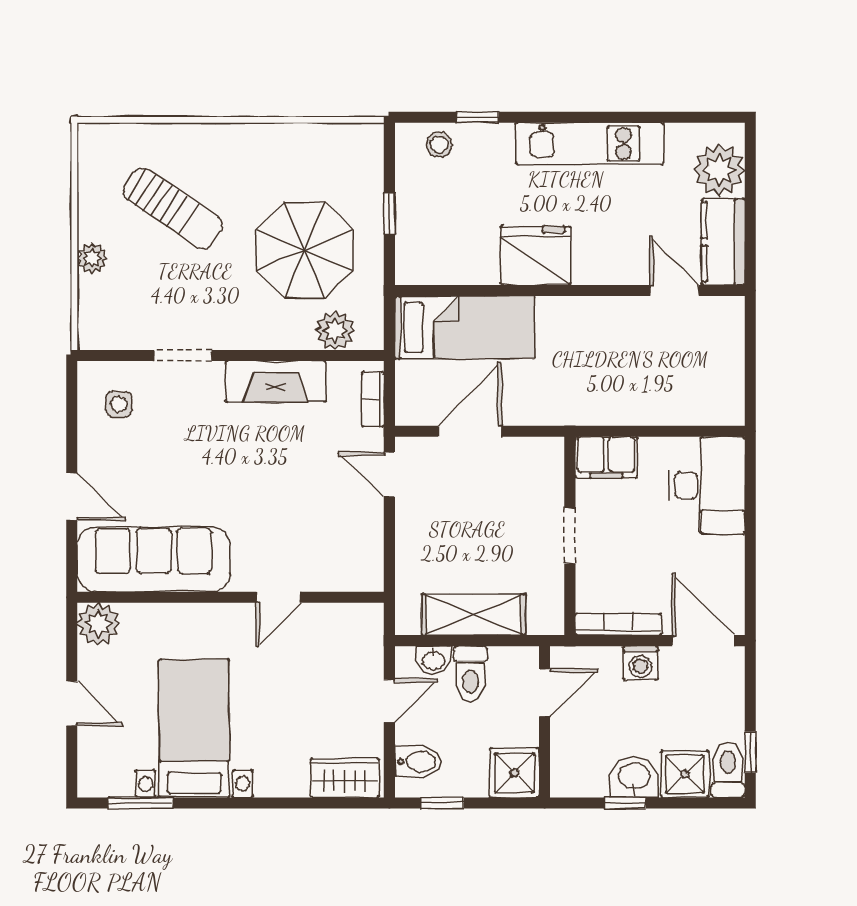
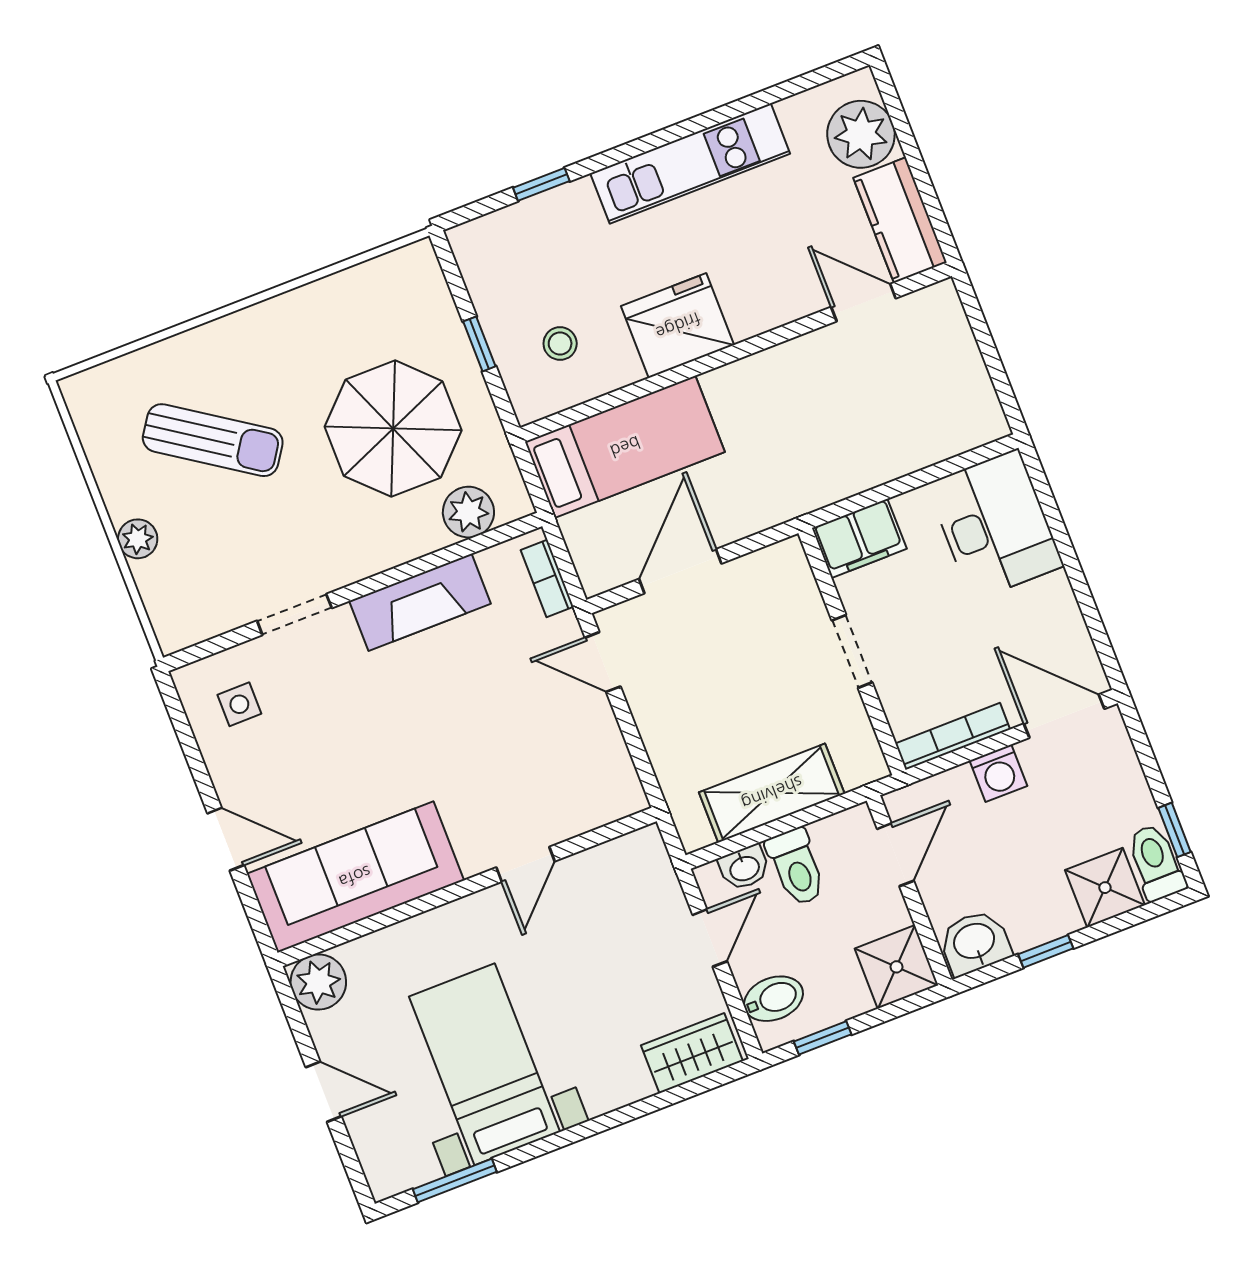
stool: (439, 144) -> (560, 344), moved
washbasin: (634, 777) -> (975, 942), moved

